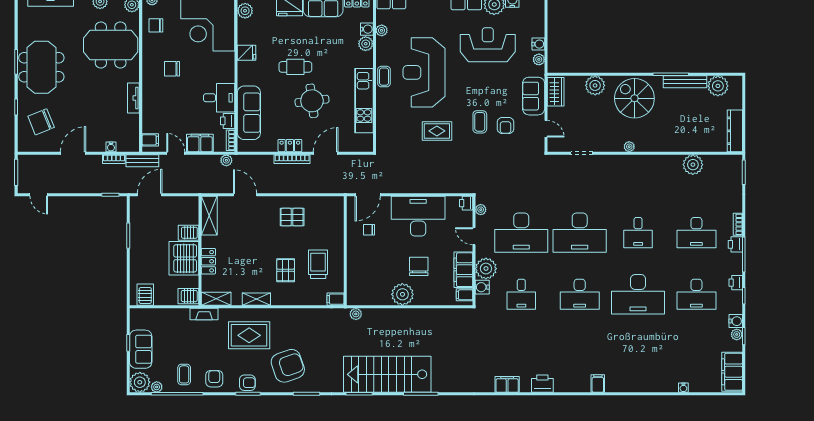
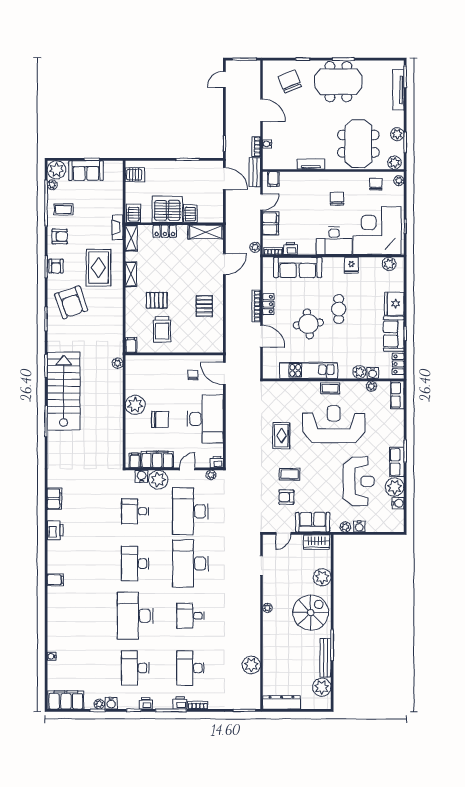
desk: (219, 98) -> (334, 241), moved, width x1.37
trolley: (318, 264) -> (162, 329), turned 90

